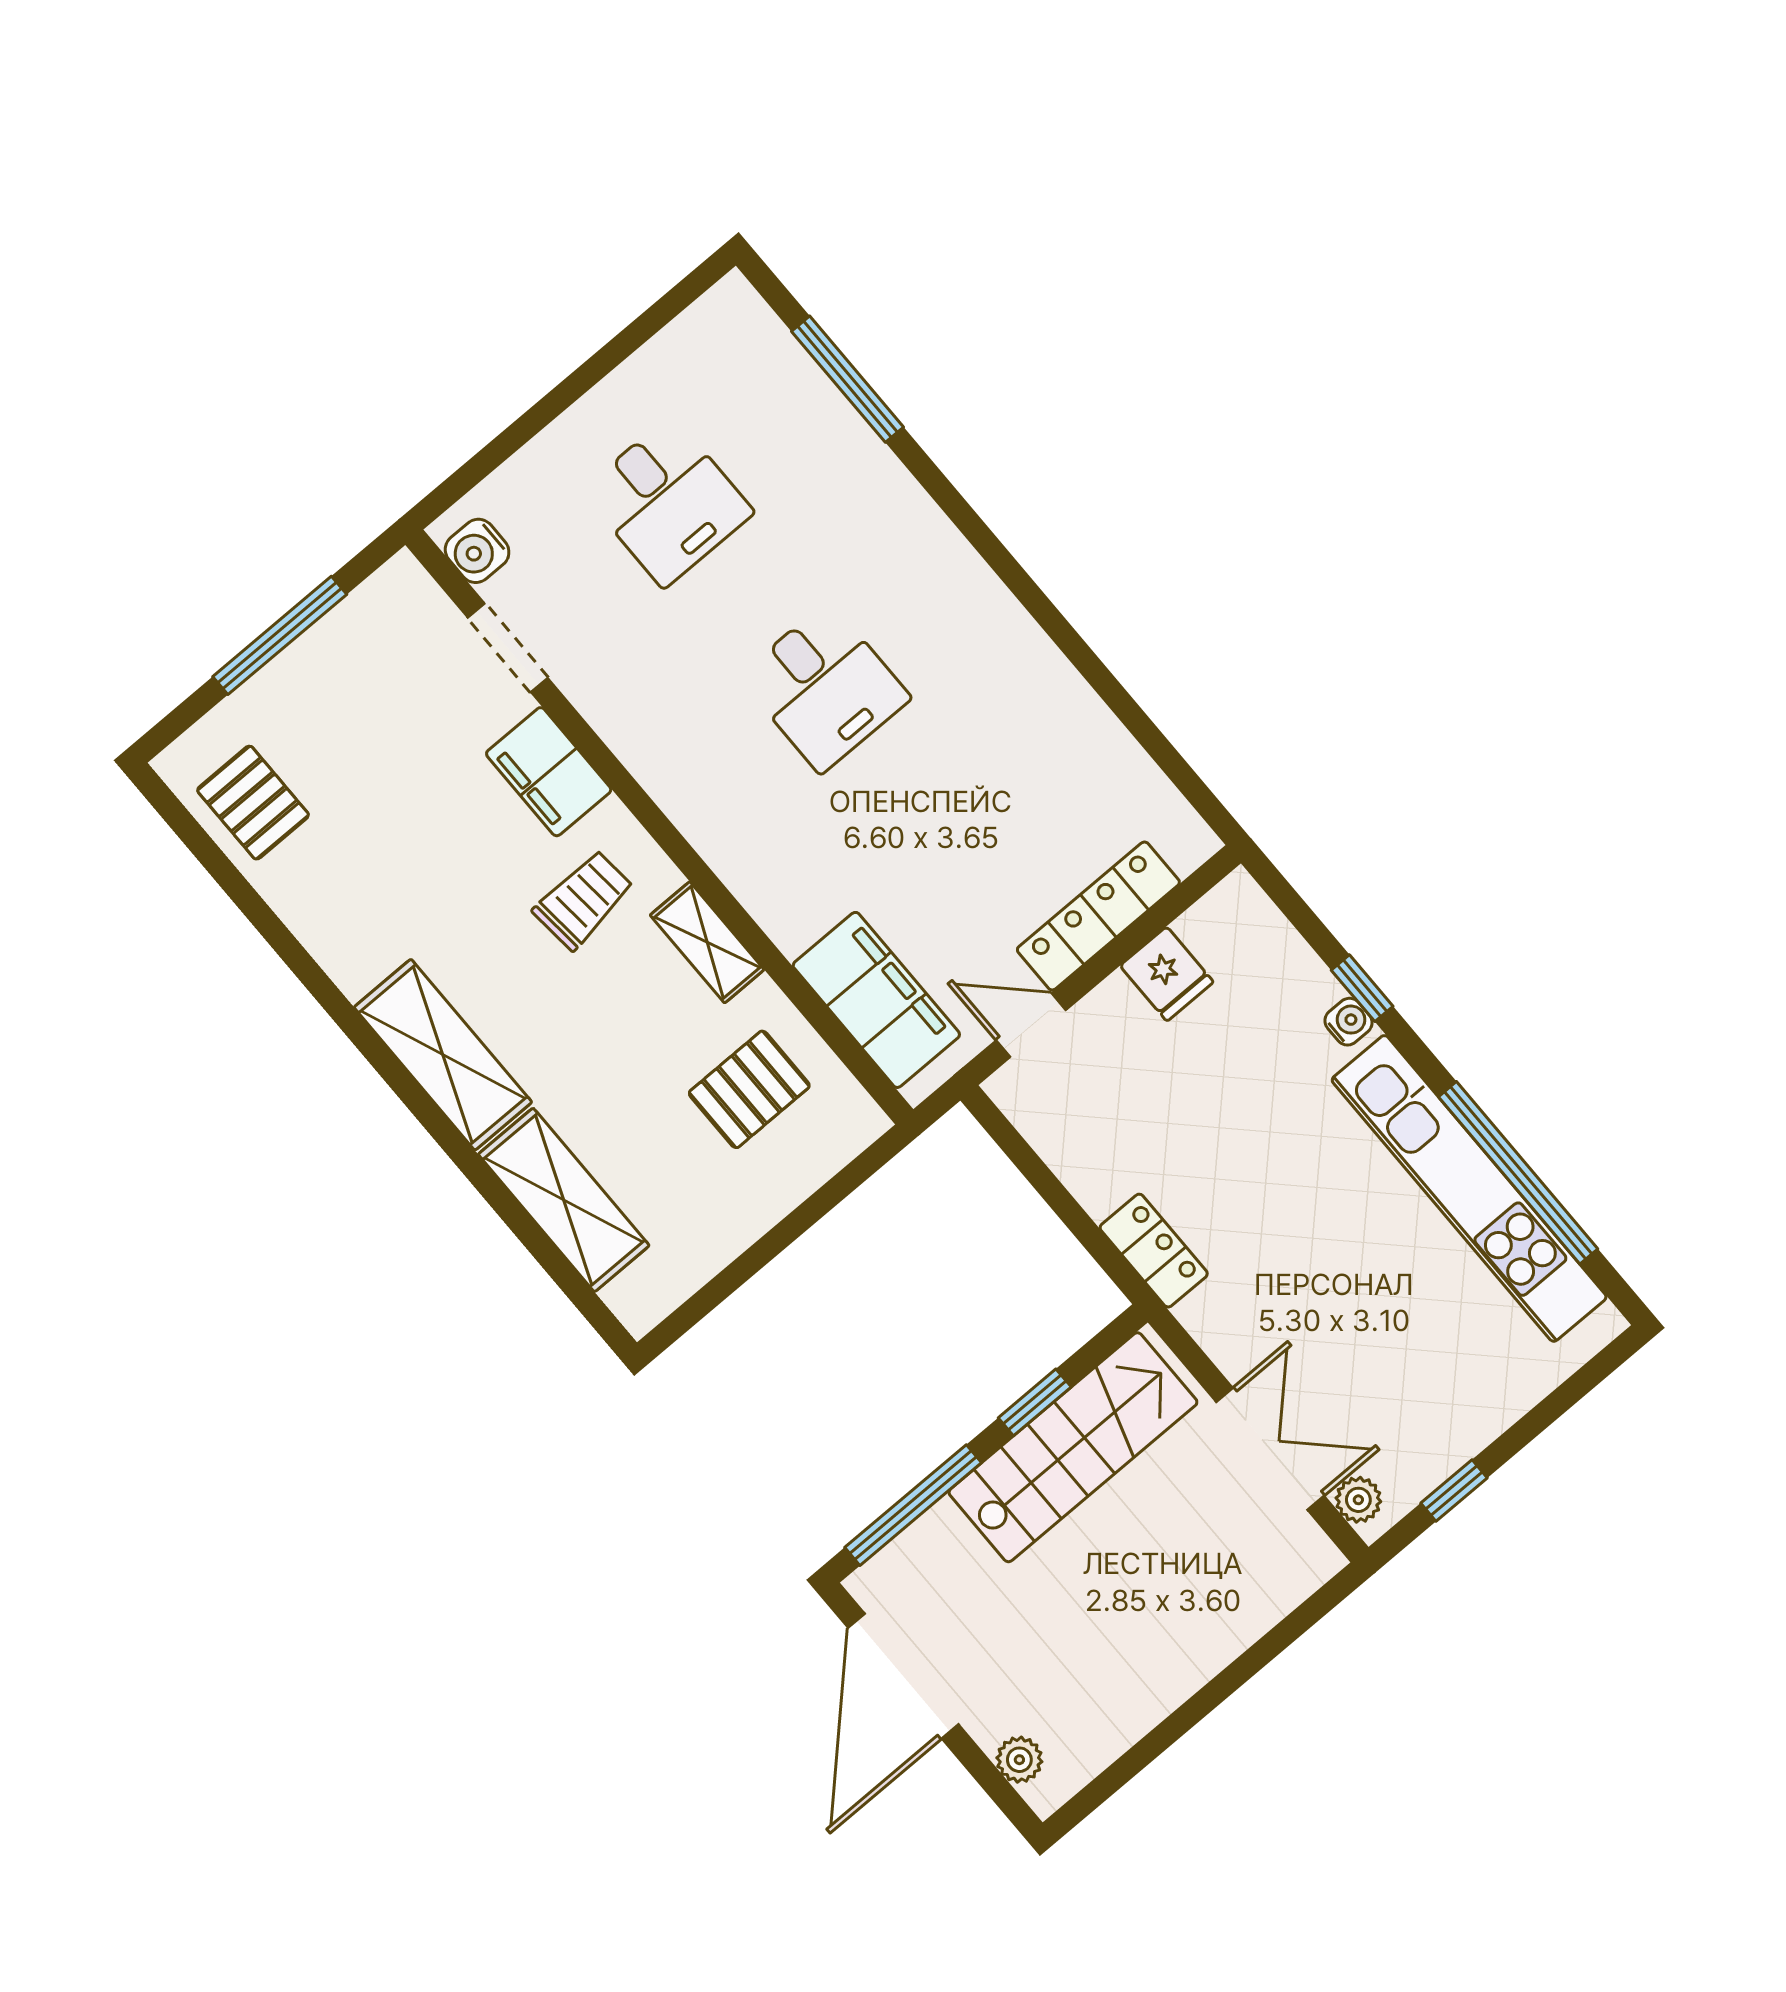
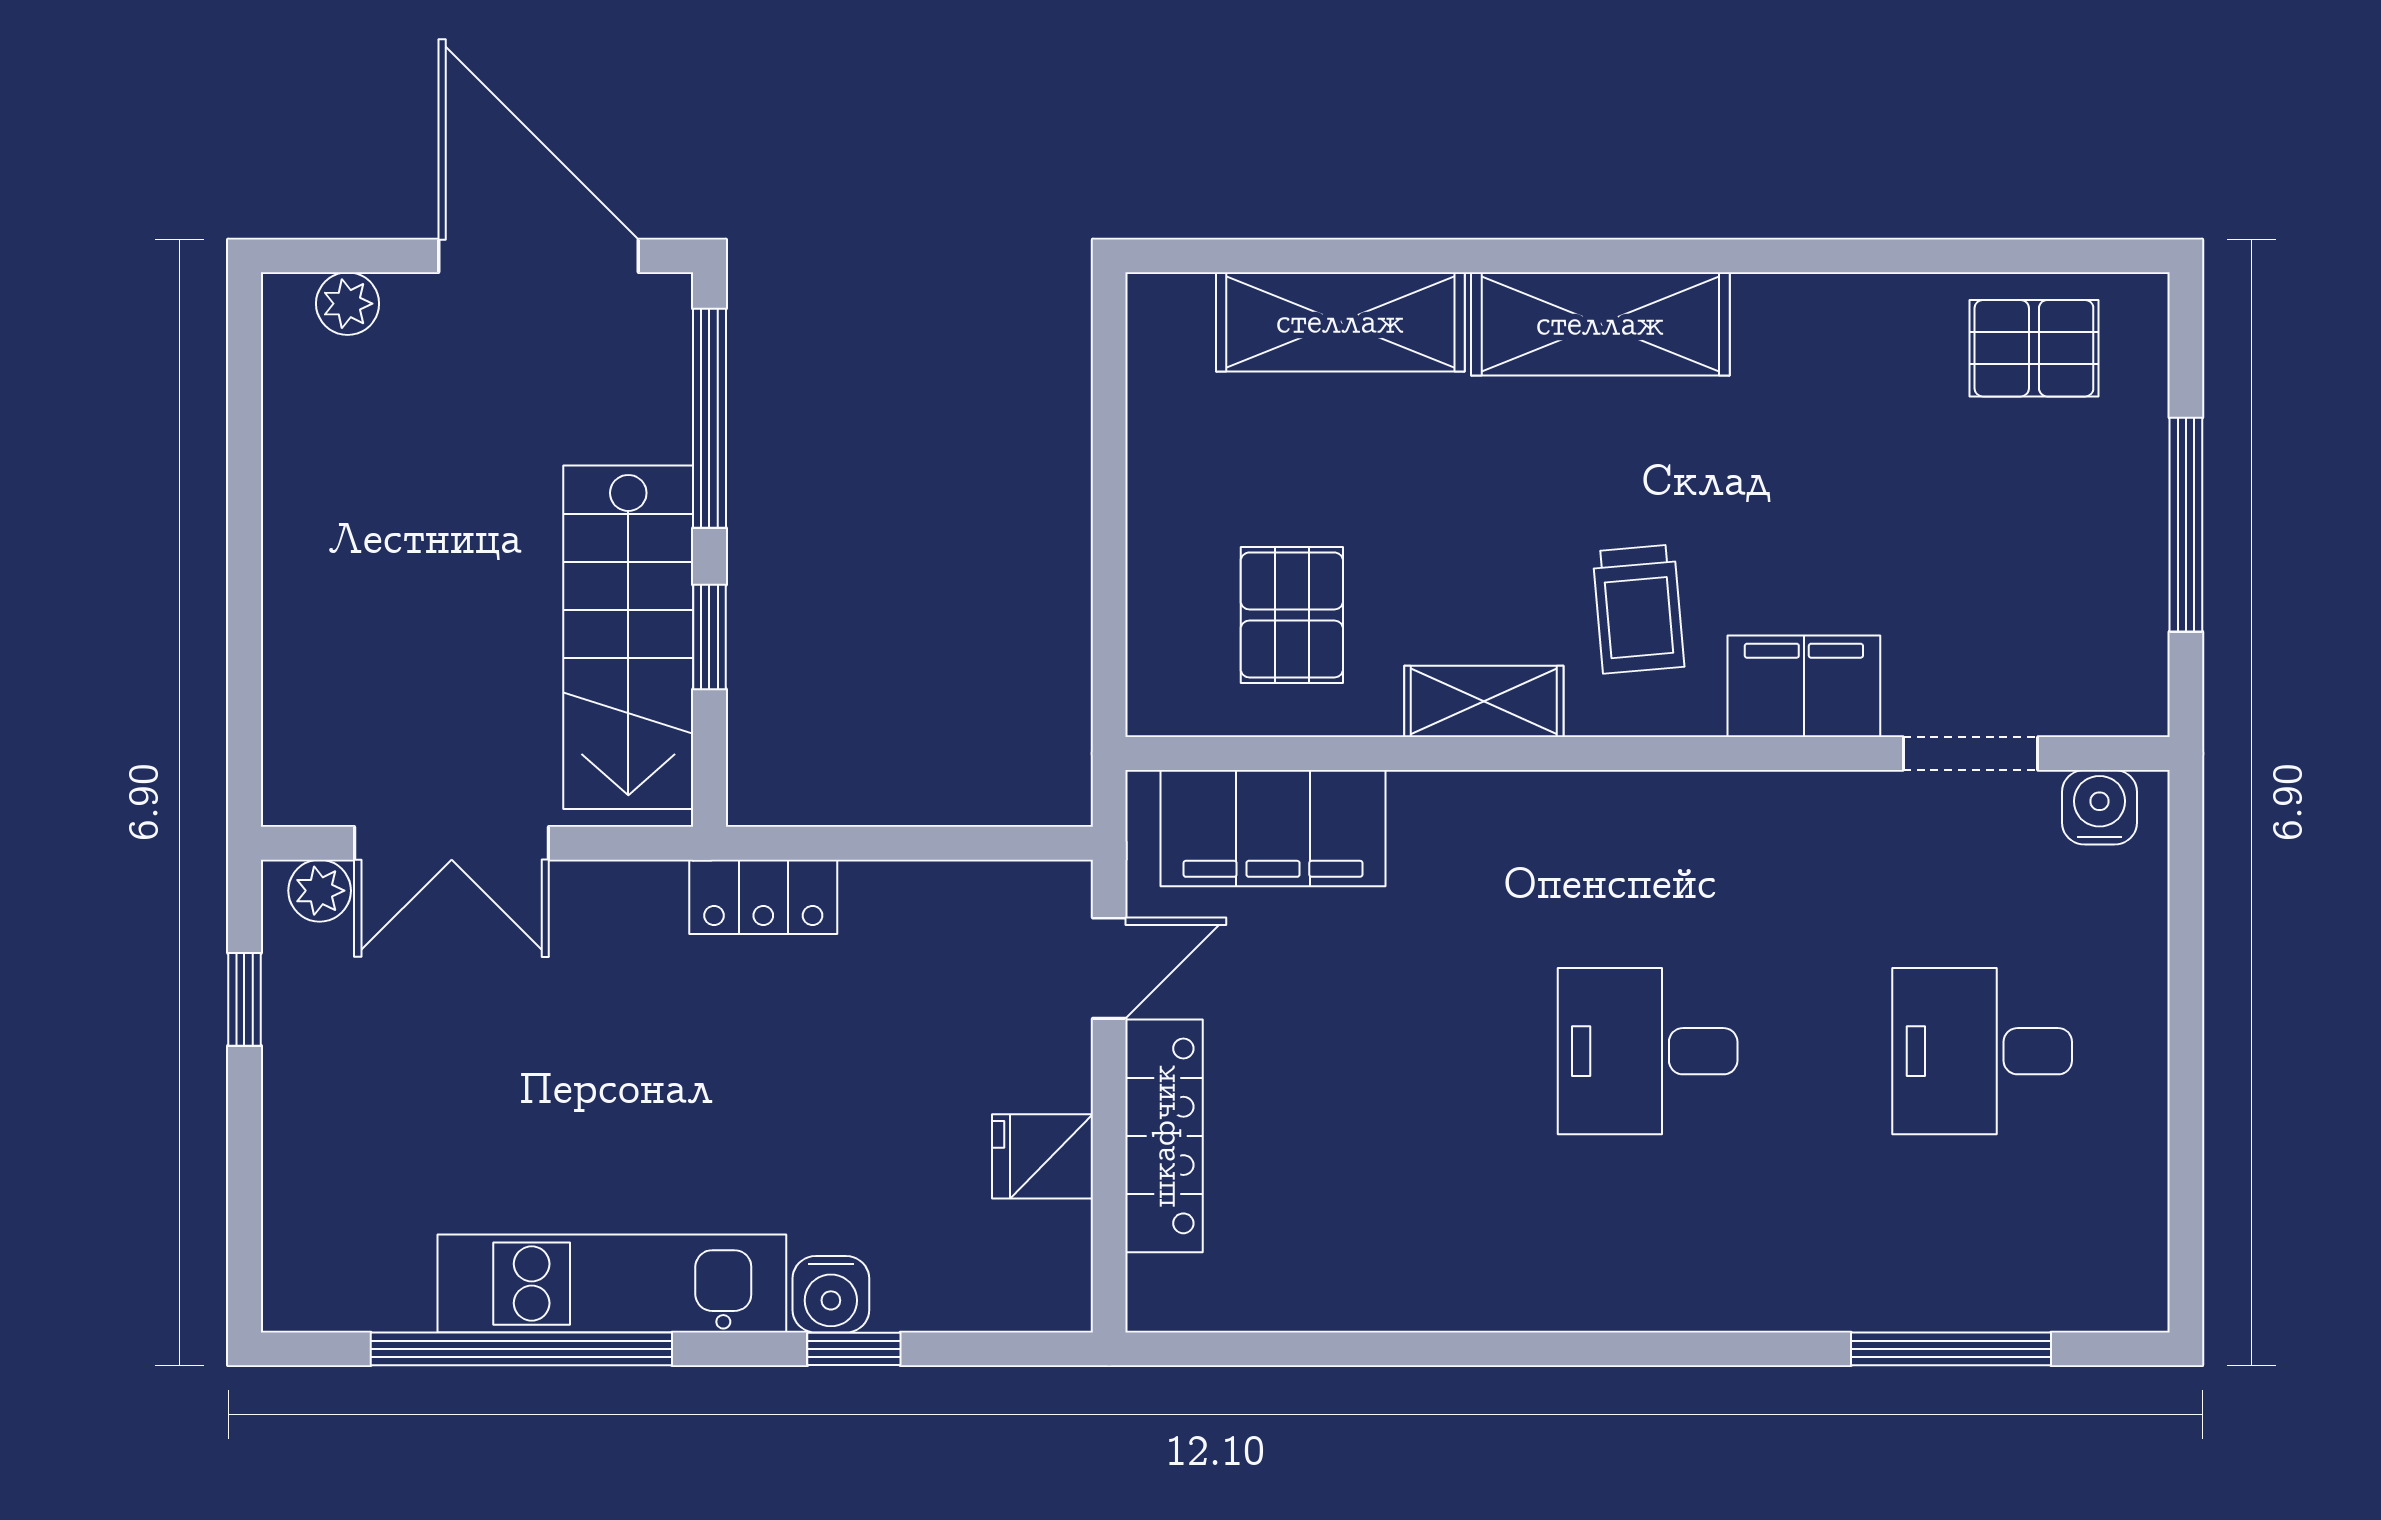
water cooler: (1348, 1022) -> (831, 1294), width x1.38, depth x1.38
kitchen unit: (1469, 1188) -> (612, 1284), width x0.73

